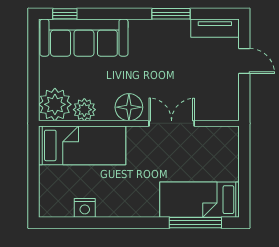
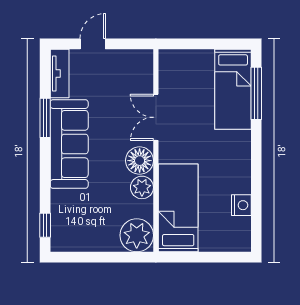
sofa: (84, 38) -> (69, 144), moved
plant: (84, 110) -> (142, 187), moved

